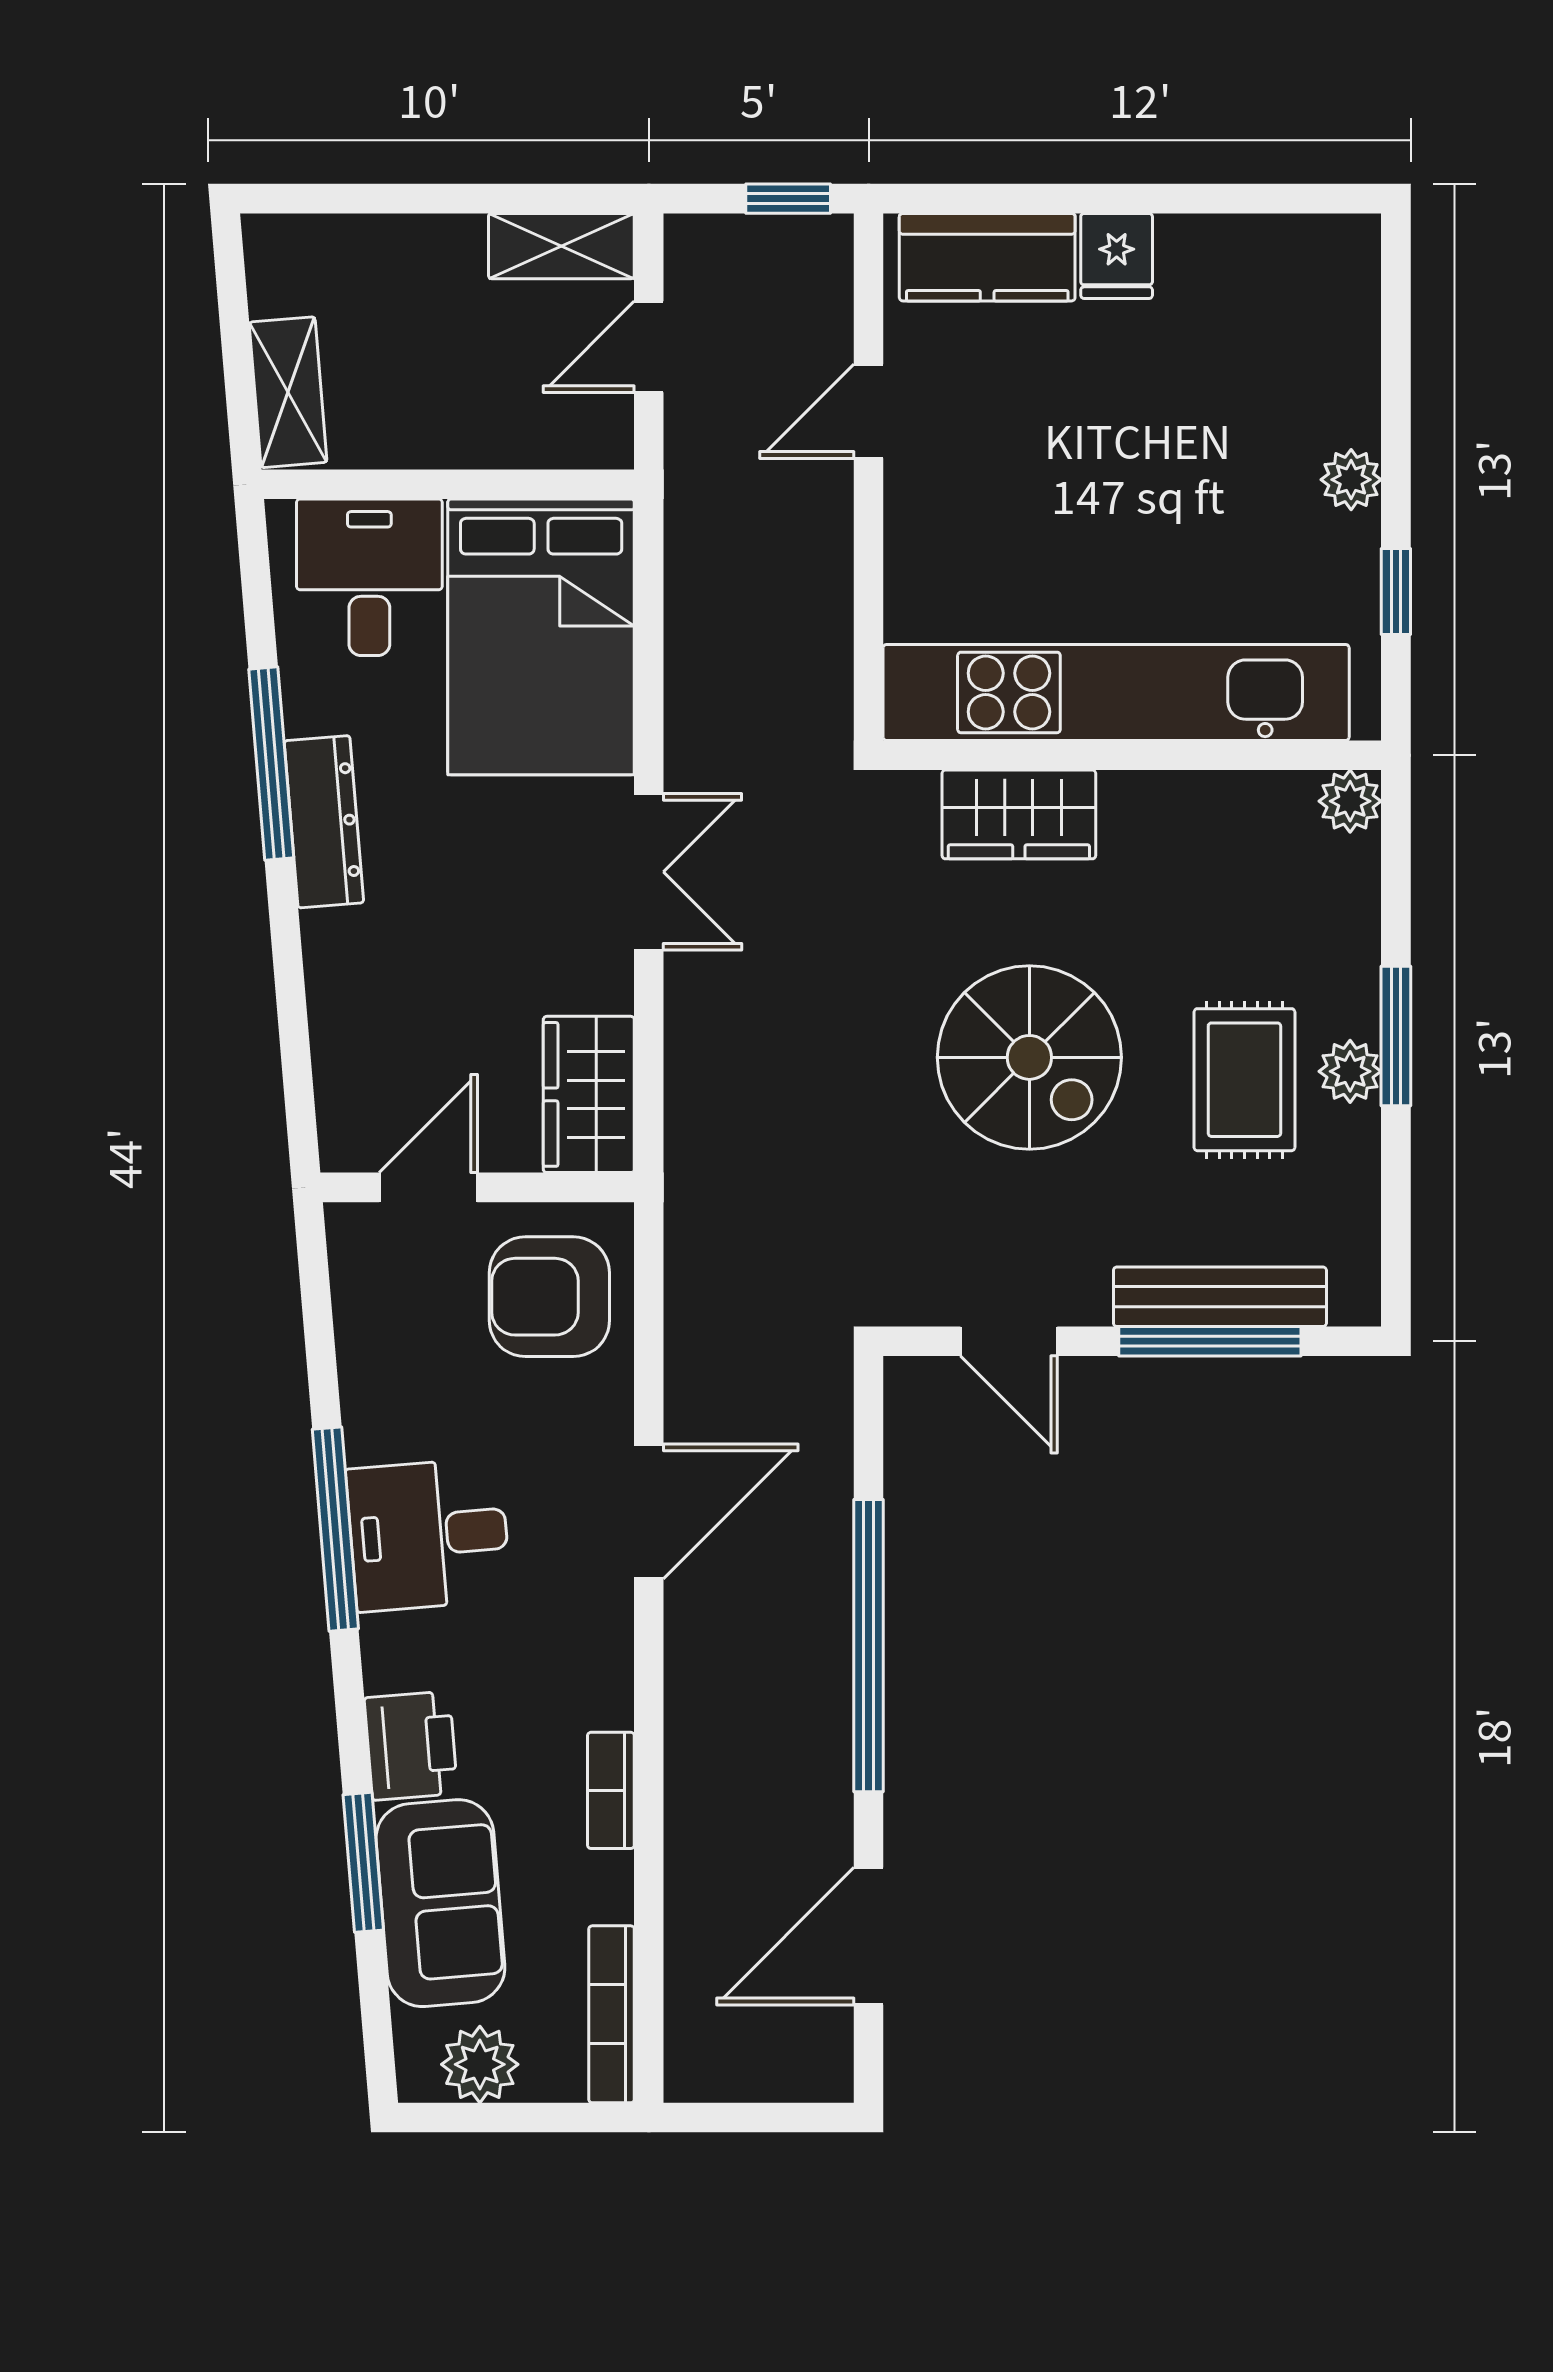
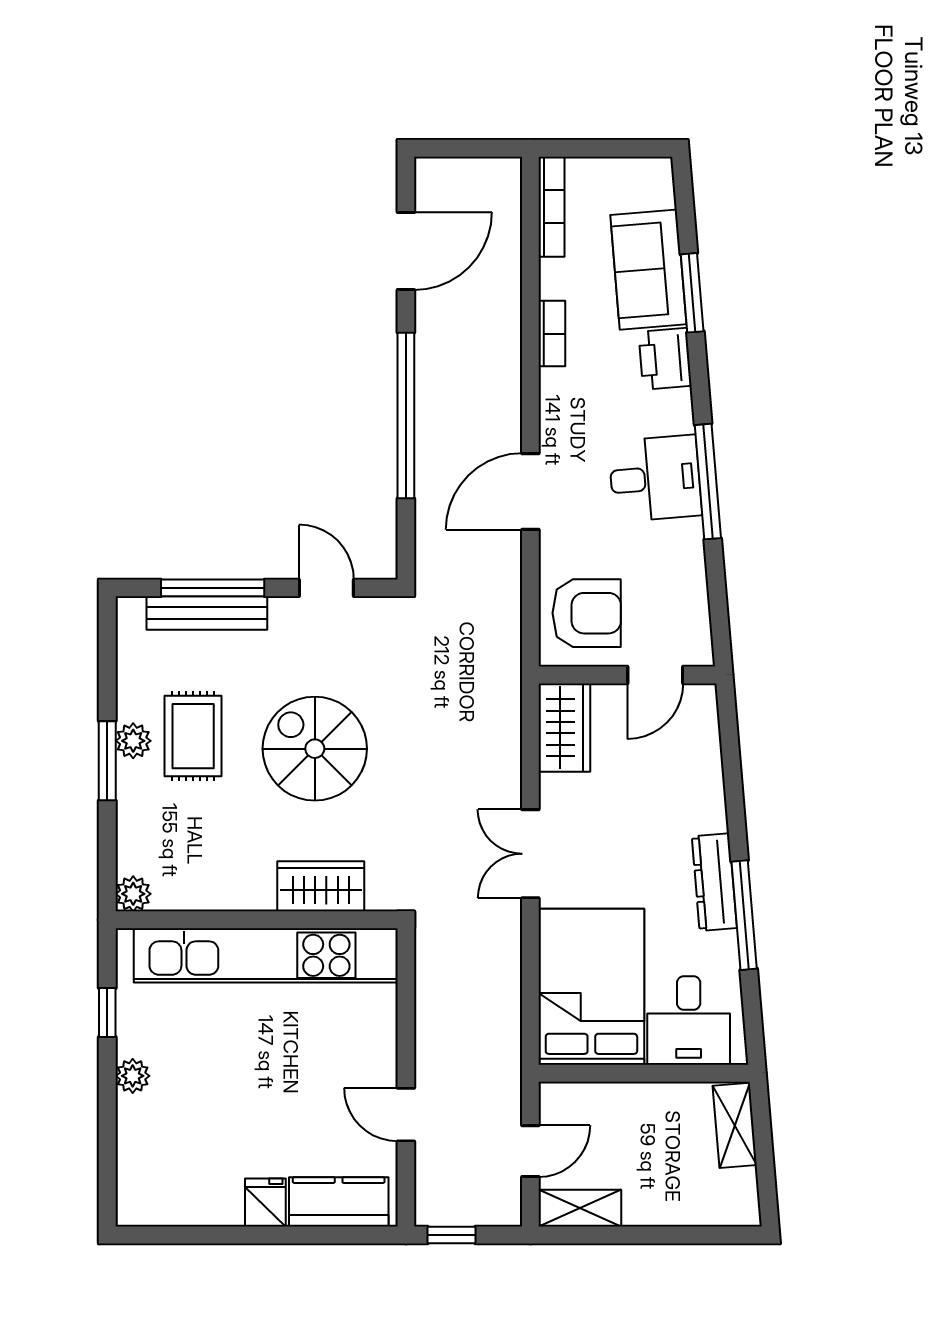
door: (869, 411) -> (406, 1115), swing flipped
plant: (480, 2064) -> (626, 178), removed

